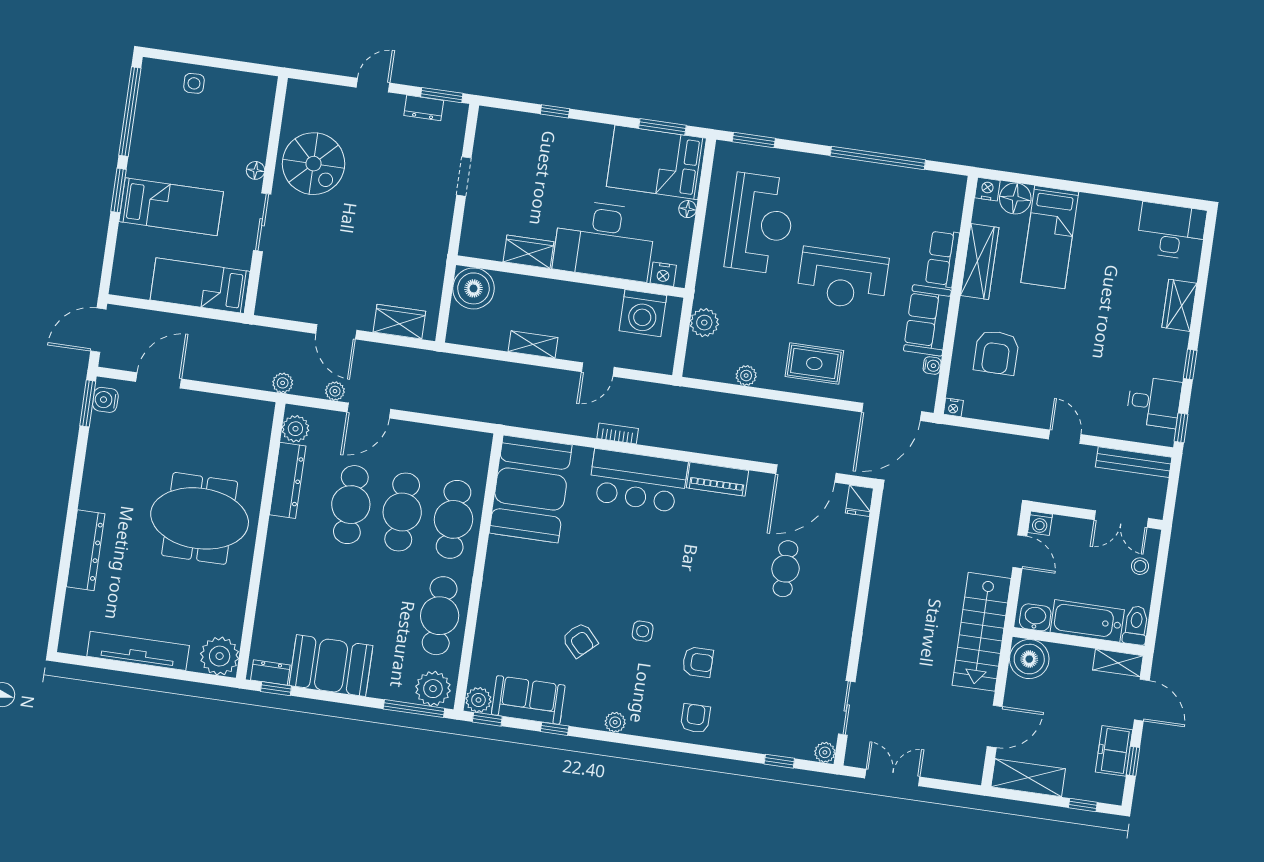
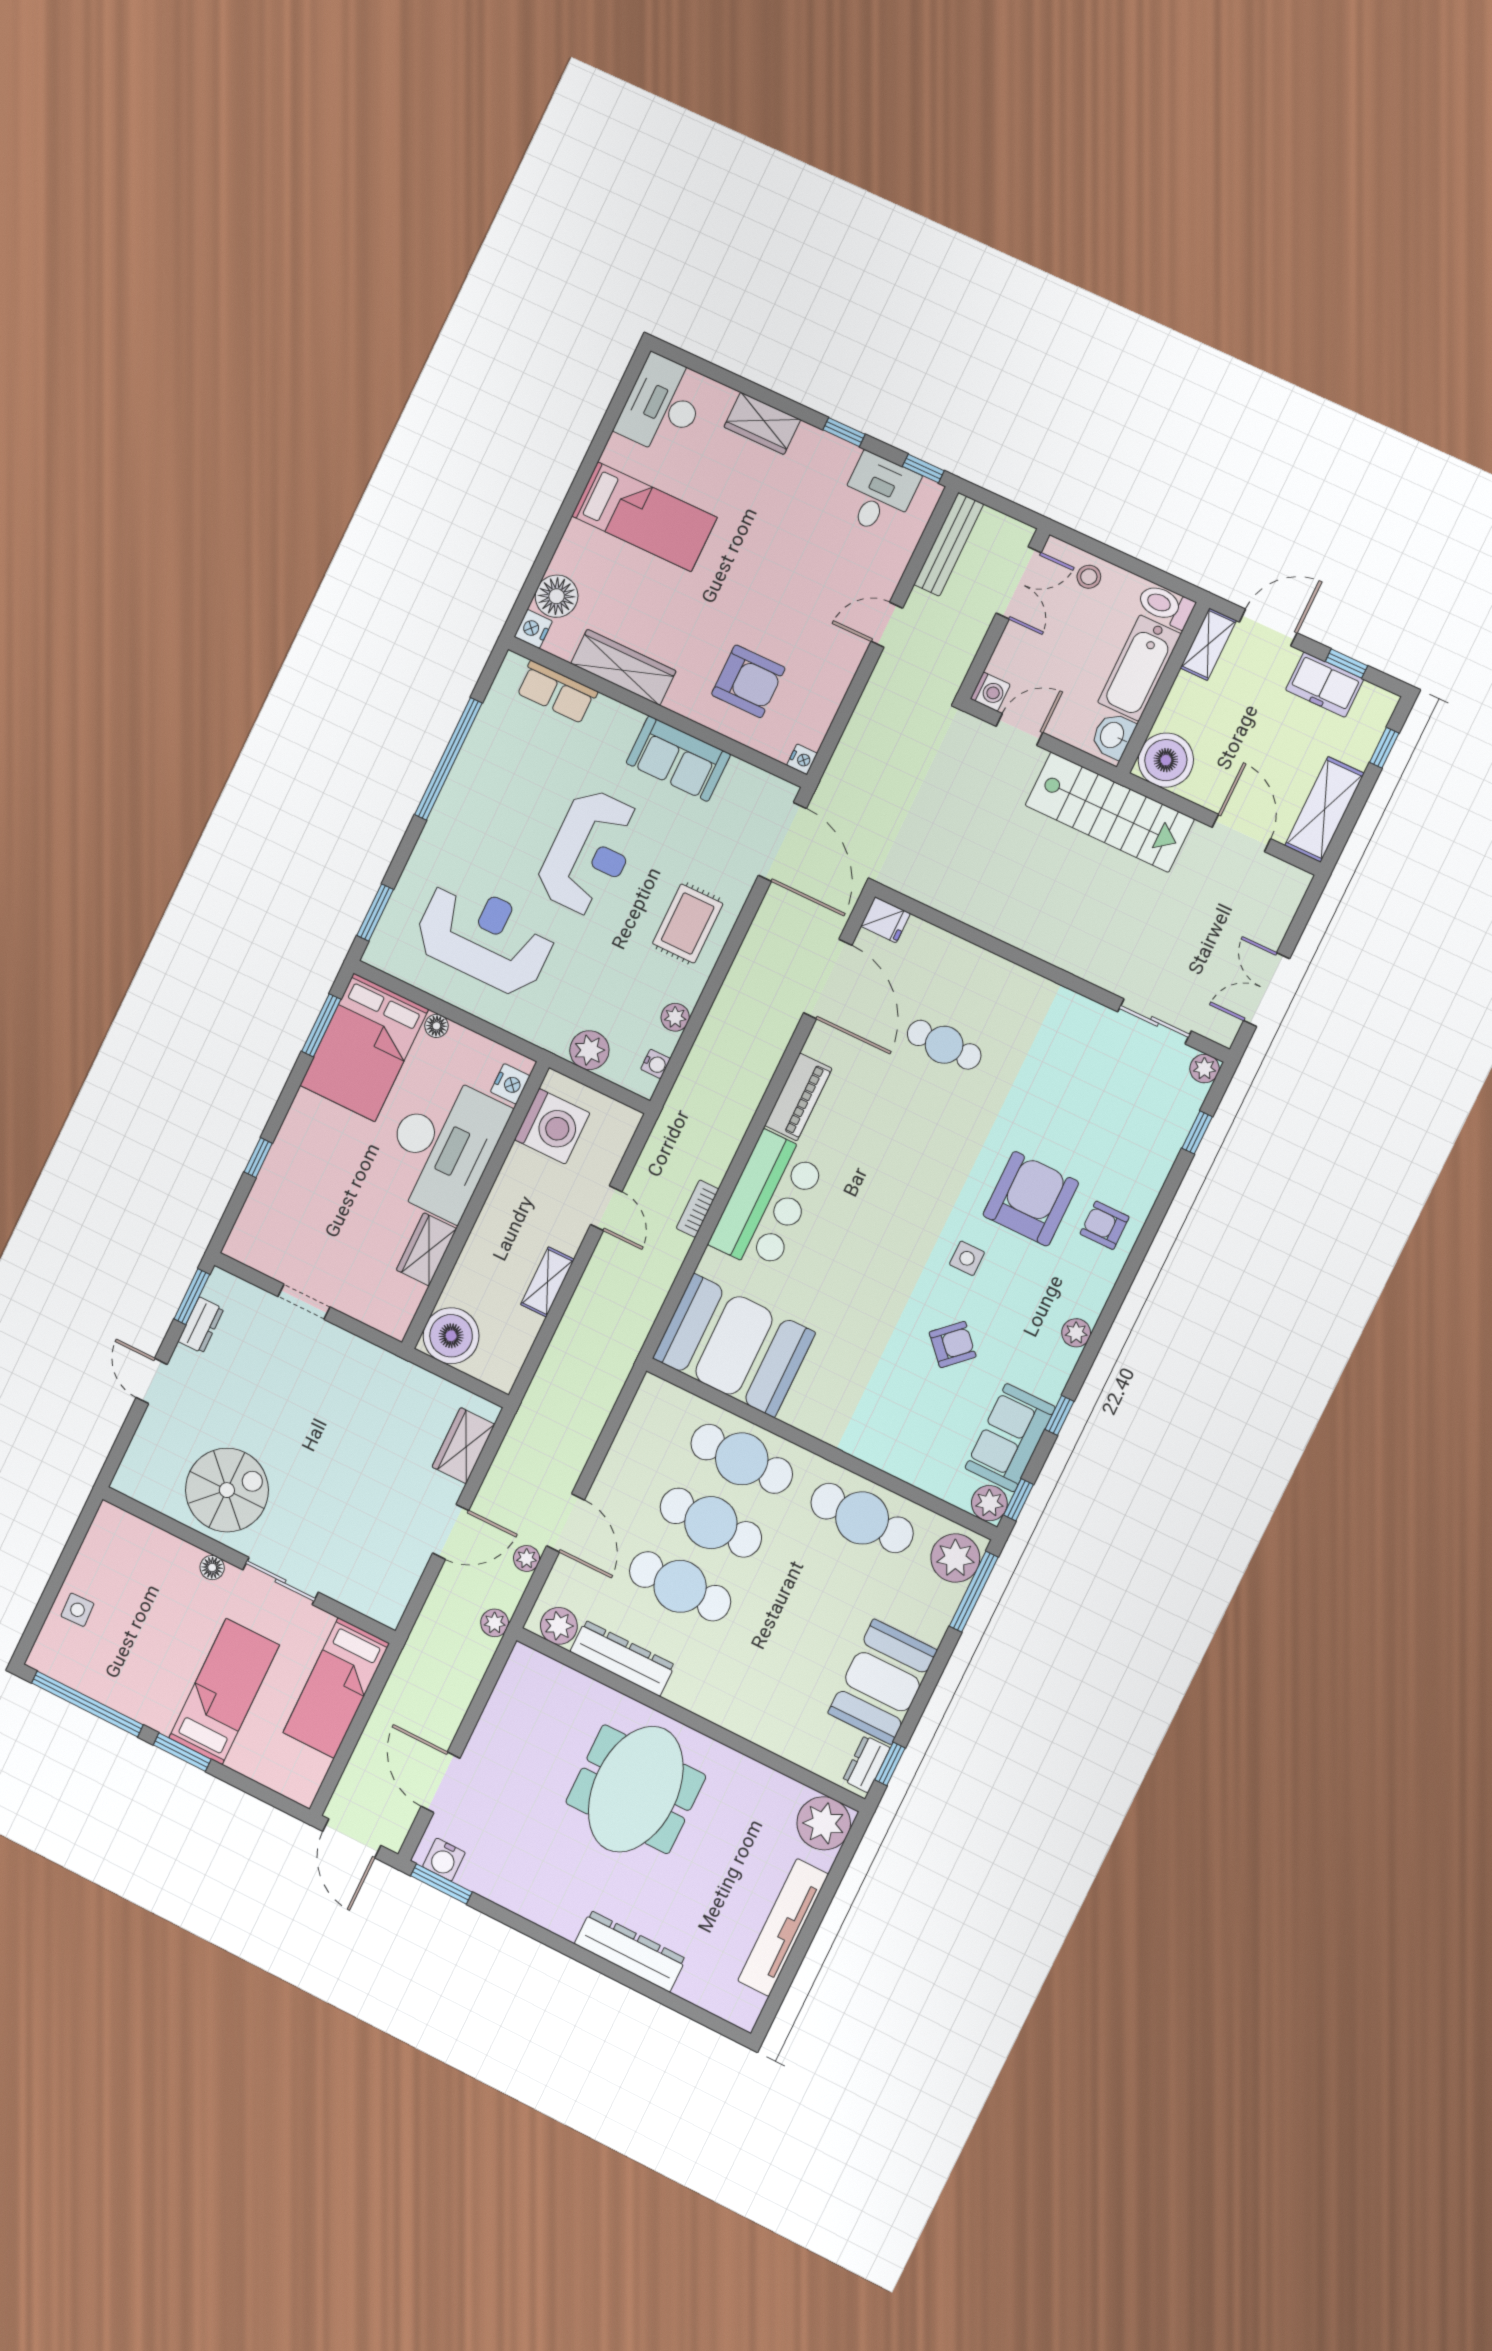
bed: (1050, 237) -> (644, 517), moved
row of seats: (942, 259) -> (557, 692), moved
water cooler: (932, 366) -> (656, 1064), moved, turned 90
armchair: (698, 662) -> (1031, 1199), width x1.88, depth x1.88

